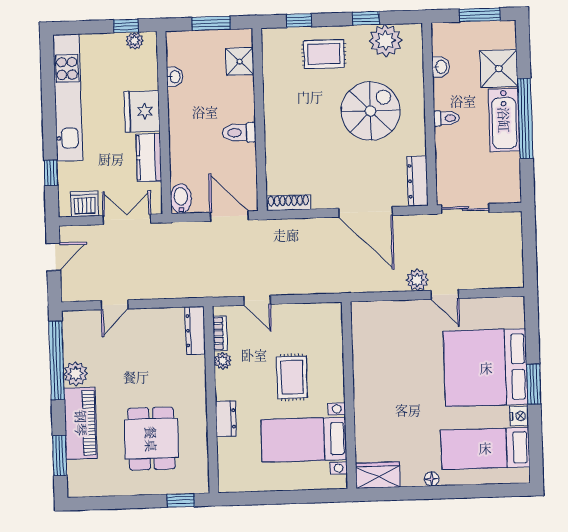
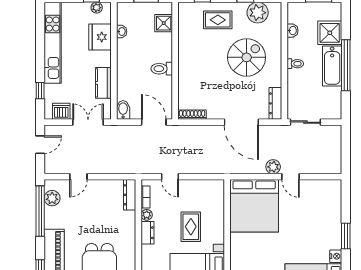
fridge: (142, 111) -> (100, 37), moved
bed: (486, 368) -> (254, 206), moved, turned -90
plant: (76, 374) -> (52, 198), moved
dresser: (226, 419) -> (147, 233), moved

